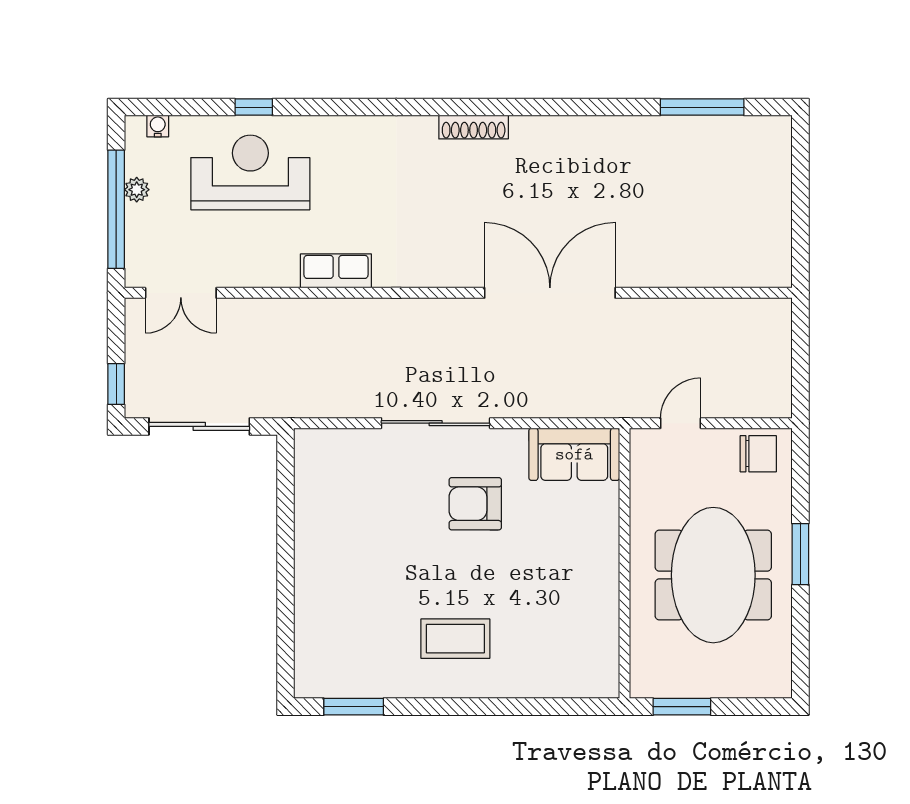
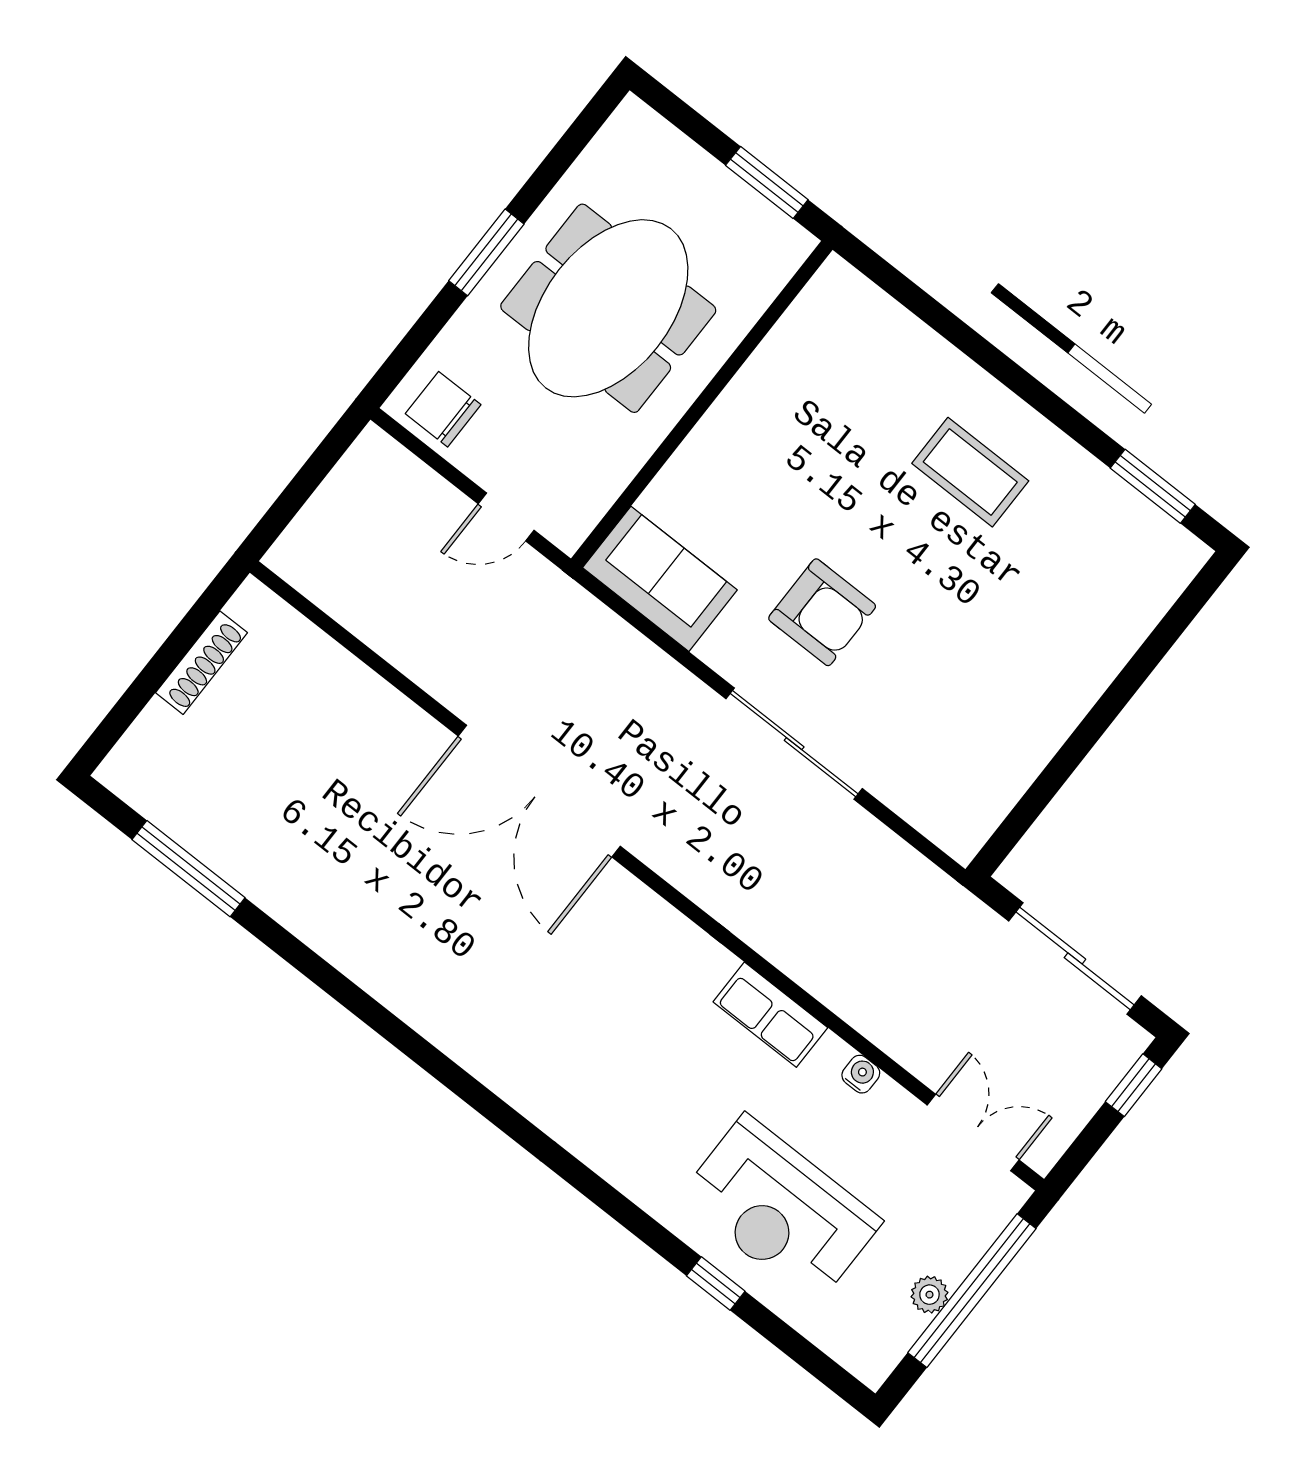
water cooler: (158, 126) -> (861, 1074), moved, turned 180
shoe rack: (474, 127) -> (202, 663), moved, turned 90

